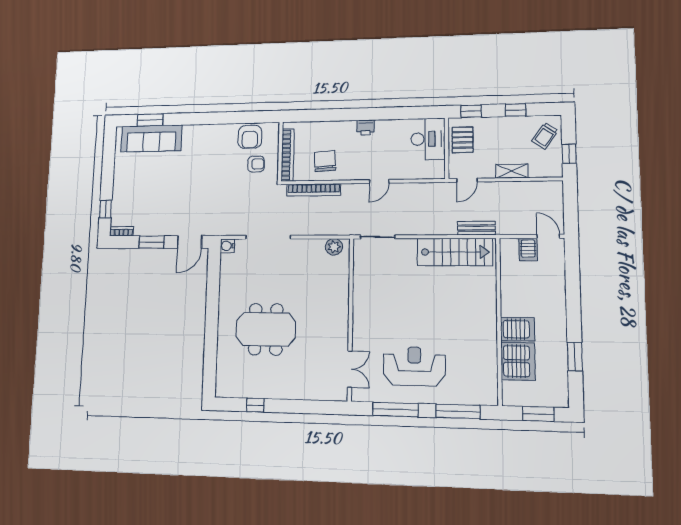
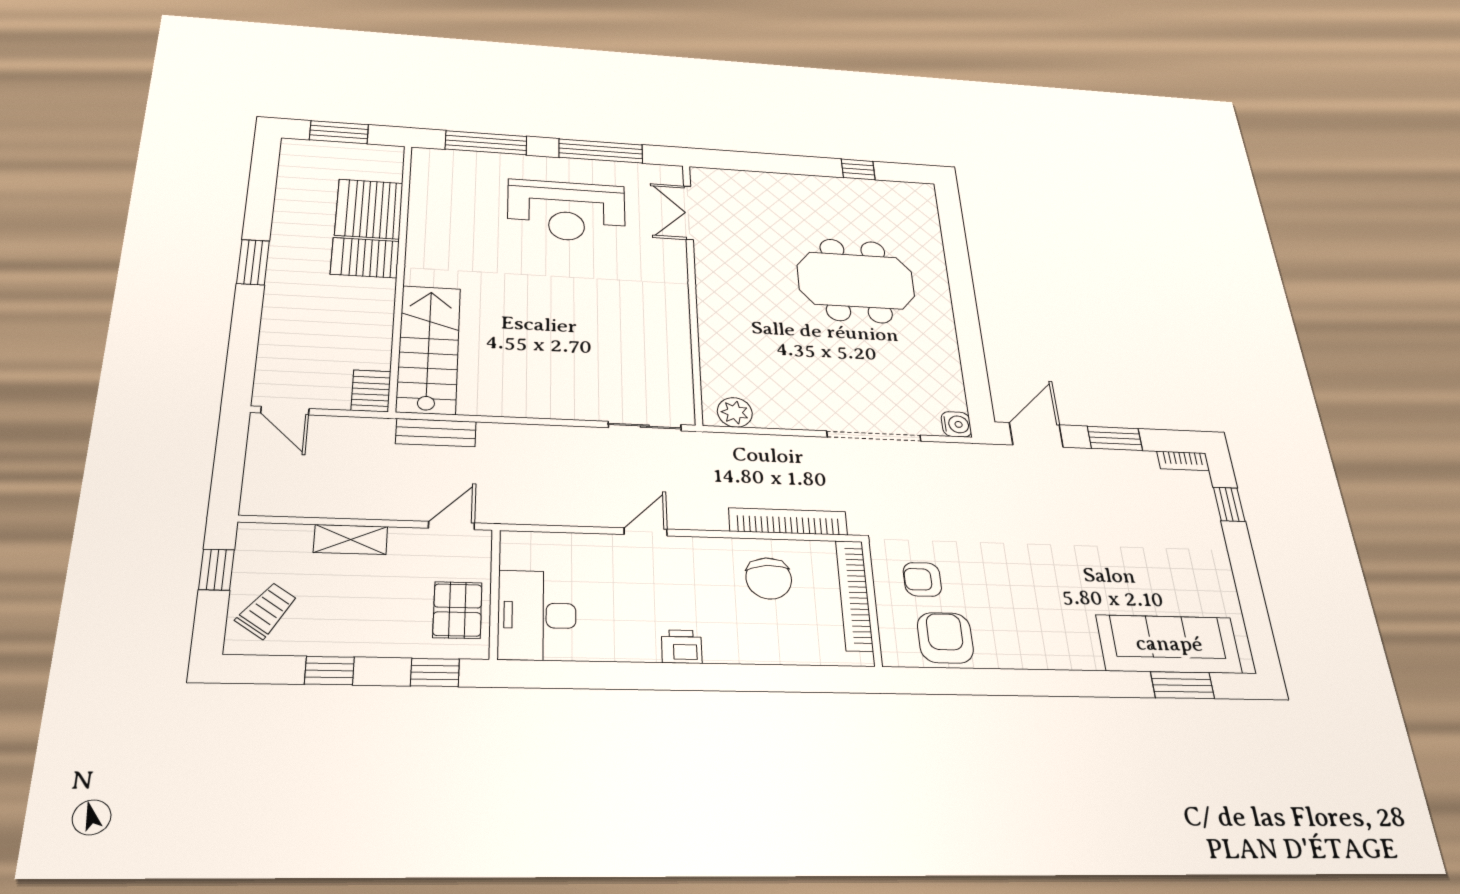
server rack: (528, 249) -> (371, 391), moved
stairs: (455, 252) -> (429, 349), moved, turned 90
window: (575, 357) -> (253, 262), moved

